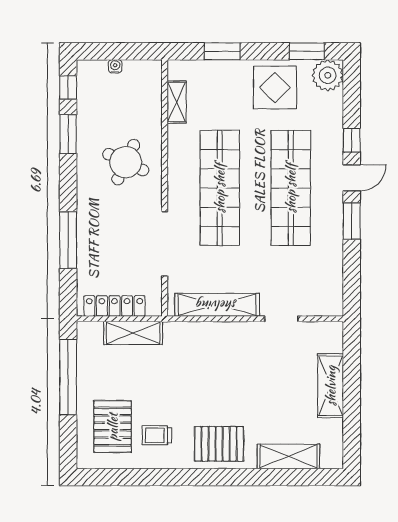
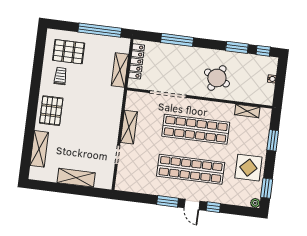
plant: (328, 75) -> (255, 203), width x0.53, depth x0.53
shelving: (217, 305) -> (129, 127), width x0.68

